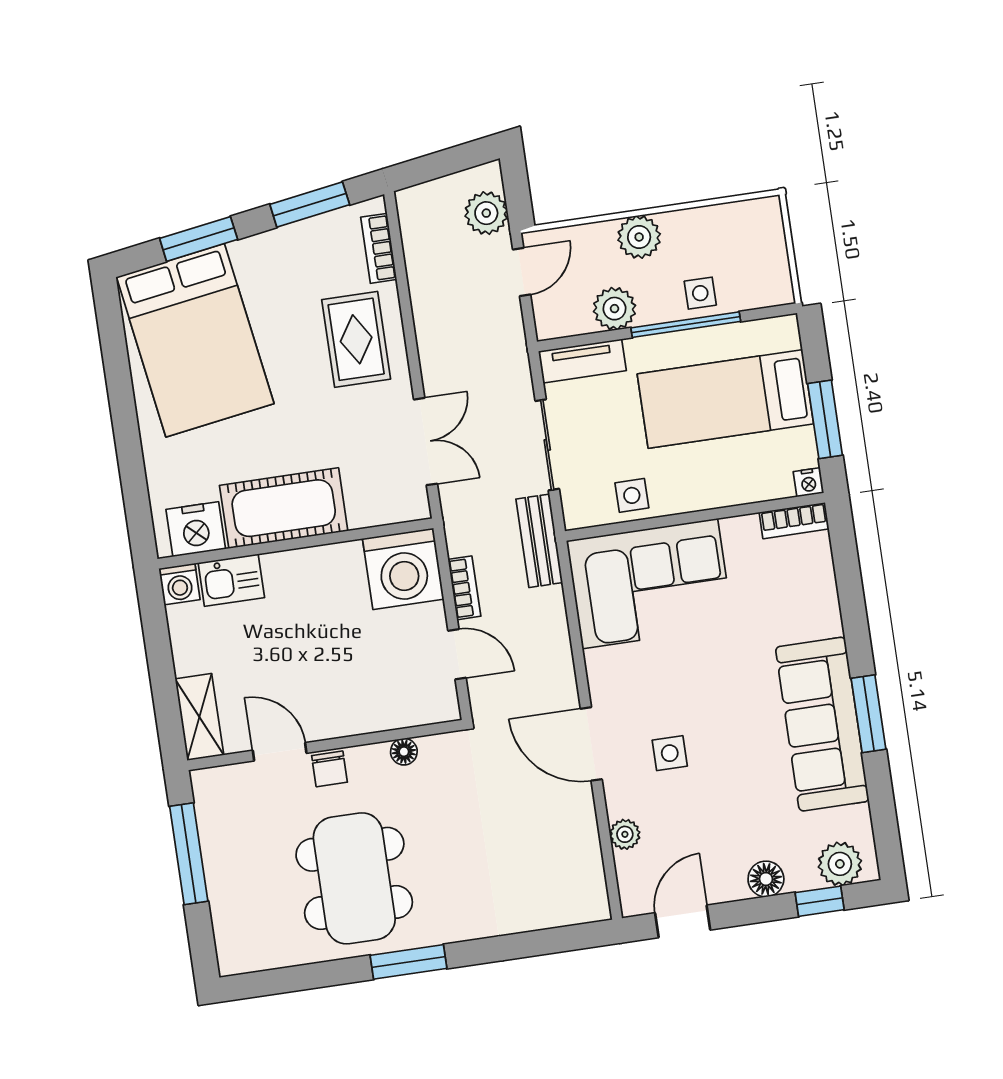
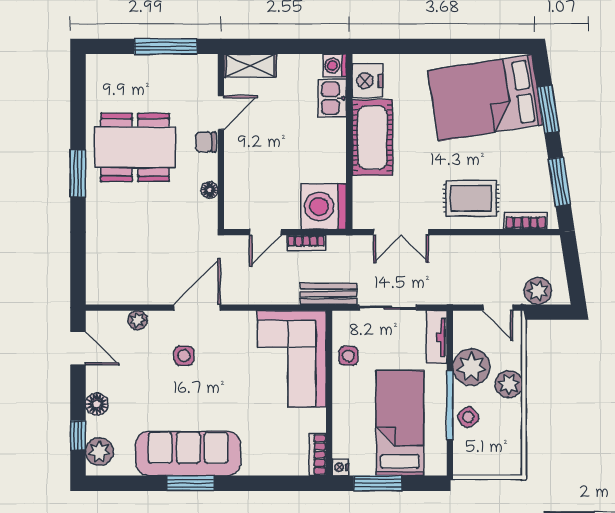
side table: (700, 293) -> (468, 417), turned -37
plant: (614, 309) -> (471, 367), width x1.36, depth x1.36

